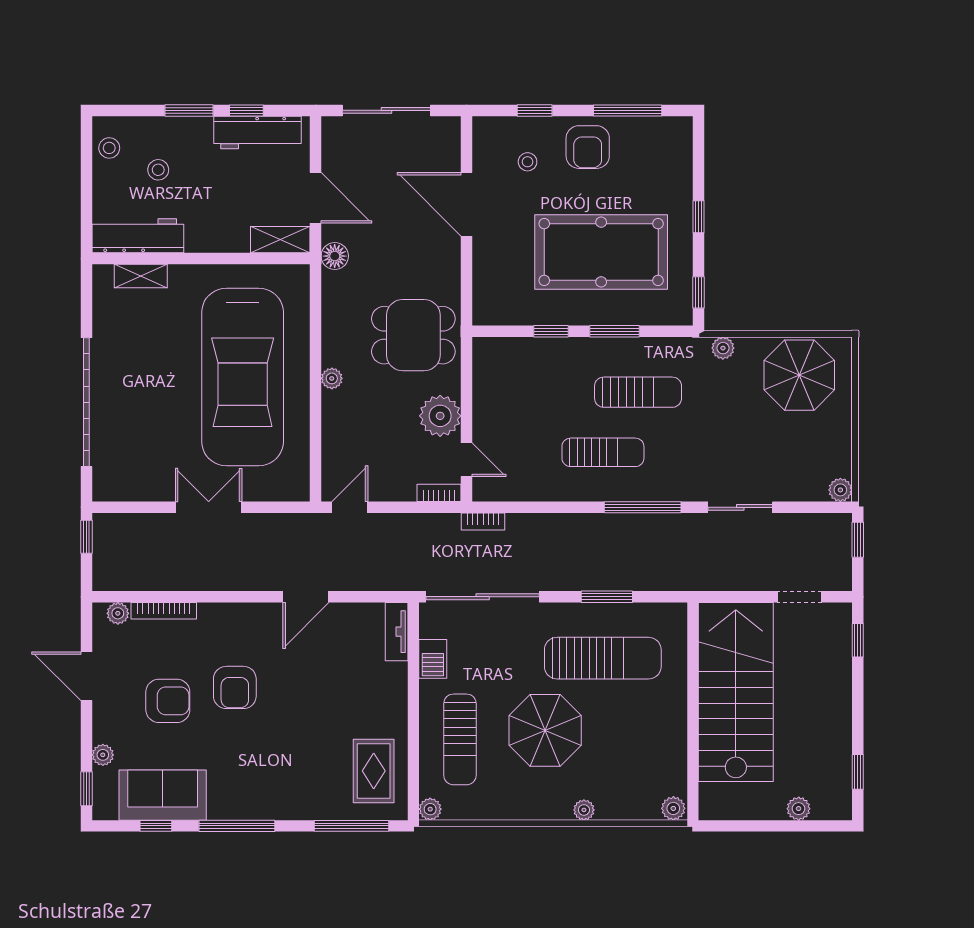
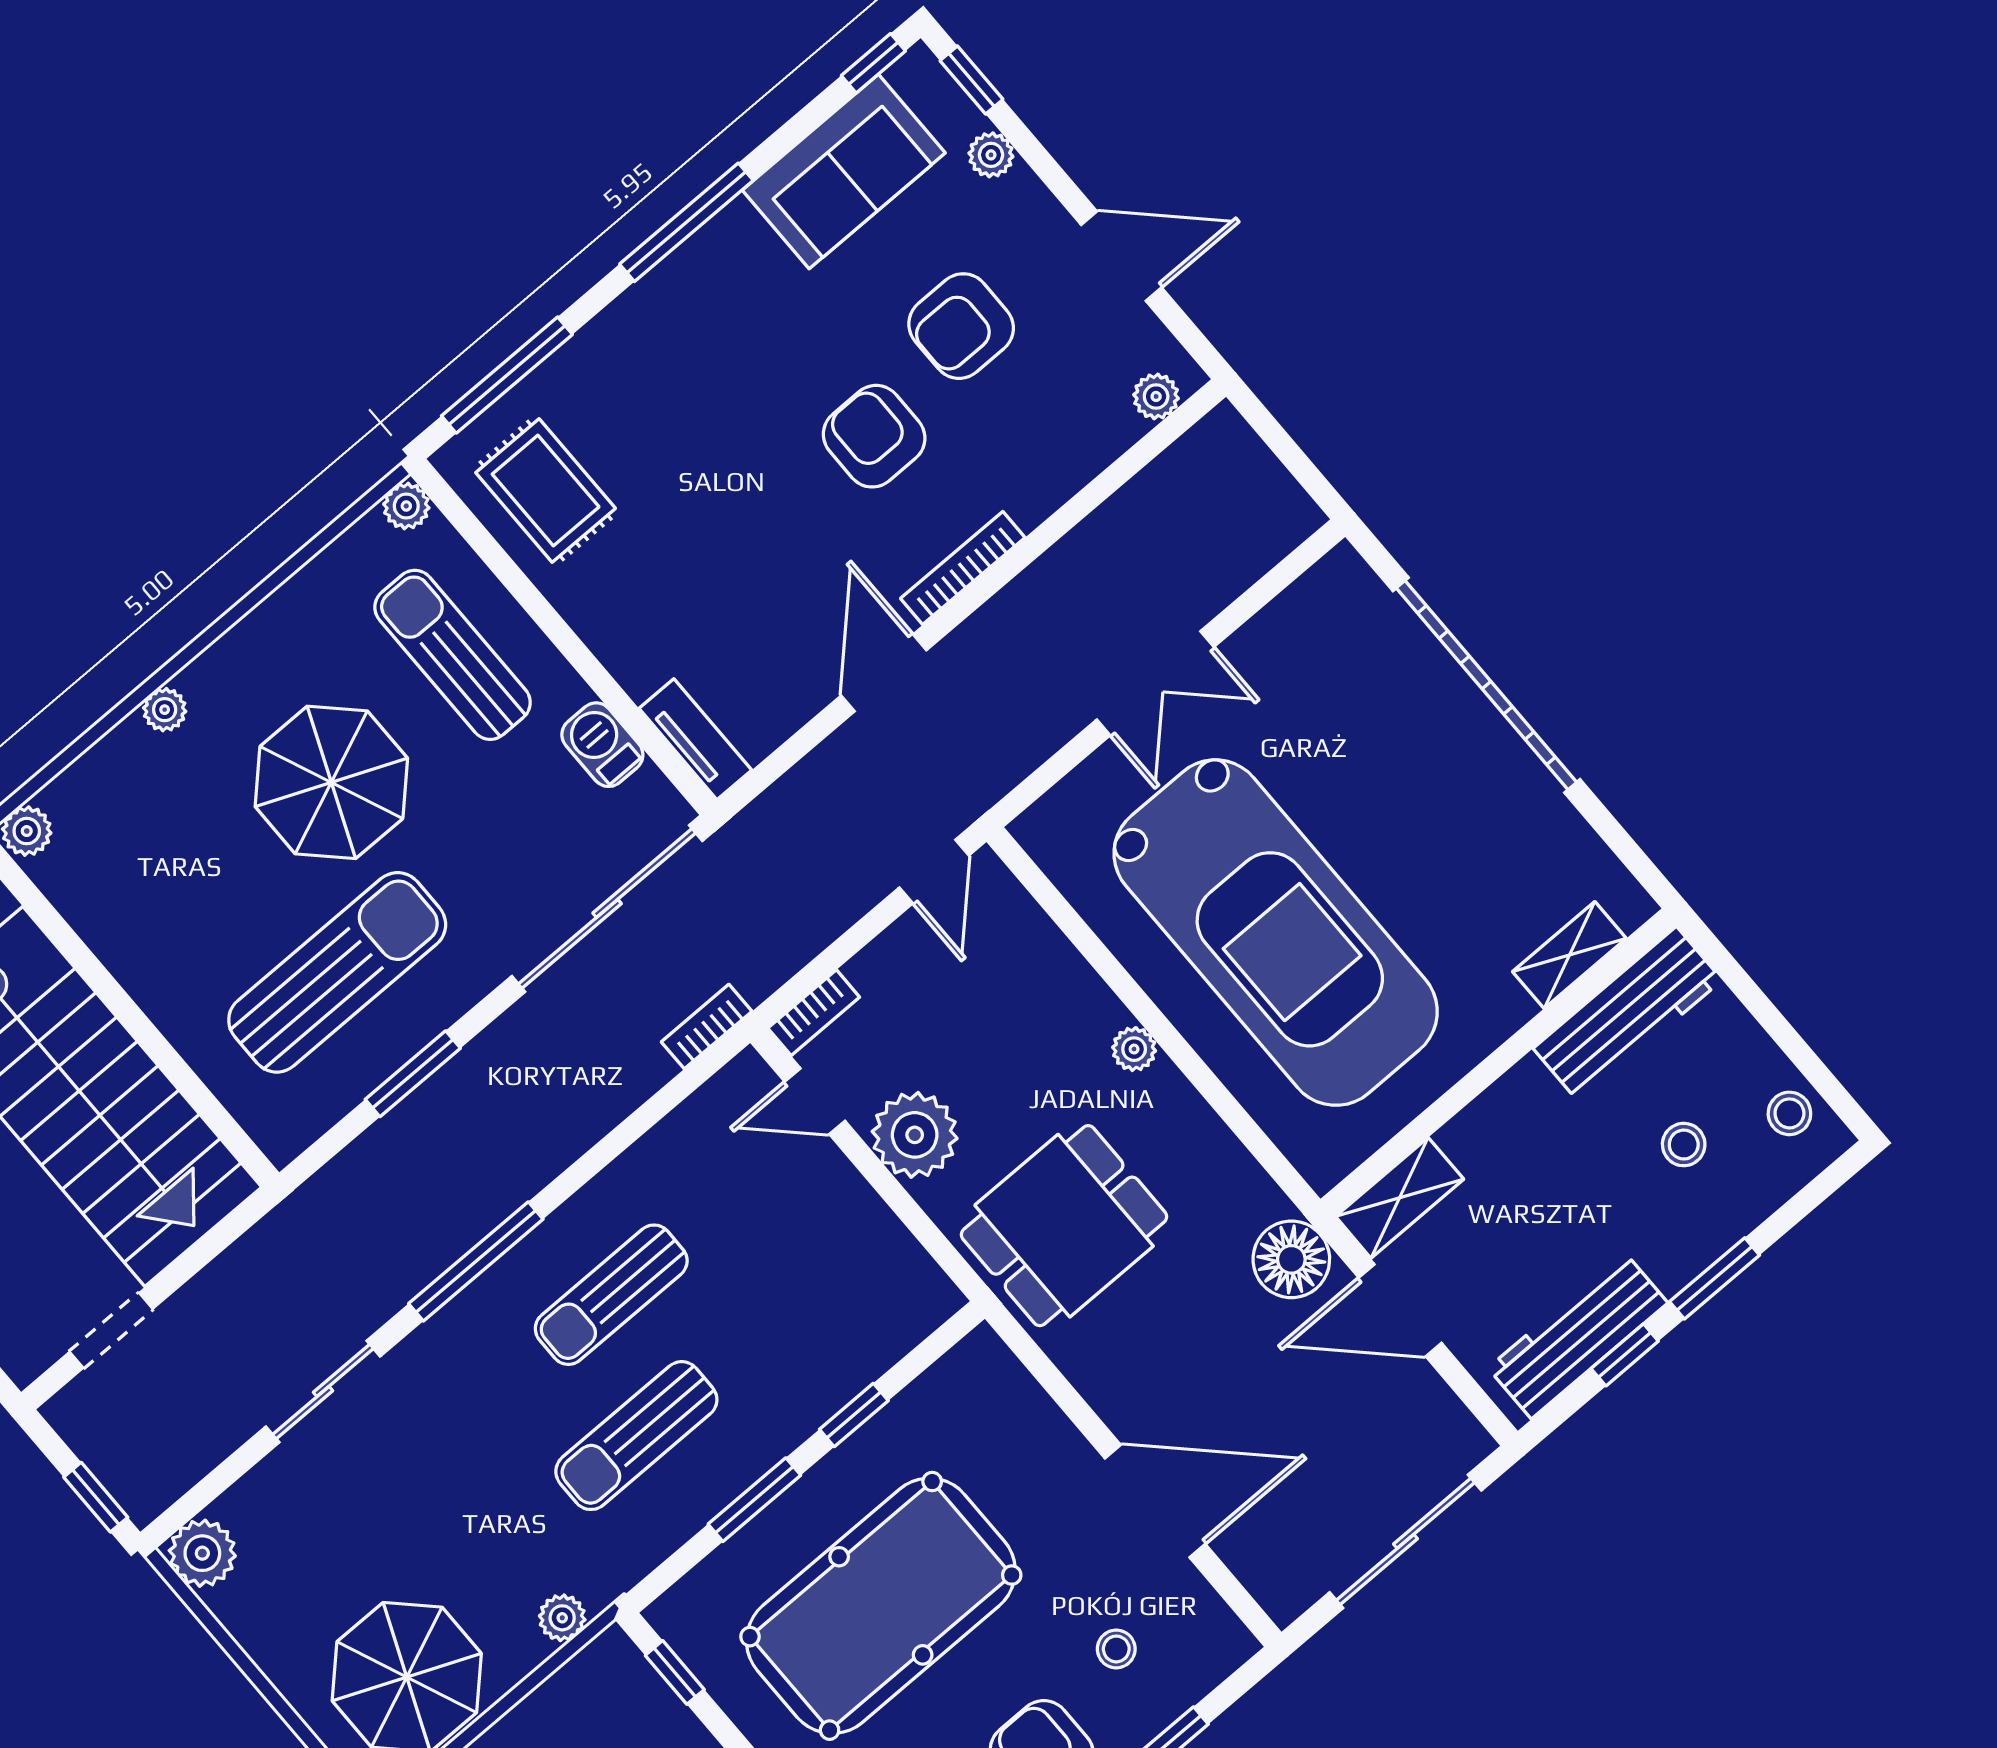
floor lamp: (335, 256) -> (1291, 1259), width x1.38, depth x1.38
car: (243, 377) -> (1276, 933), turned 180
plant: (840, 490) -> (202, 1553), width x1.38, depth x1.38
window: (86, 537) -> (1307, 474), removed
bookcase: (164, 611) -> (963, 568), moved
sun lounger: (603, 658) -> (337, 972), turned 180
window: (156, 826) -> (873, 63), moved

